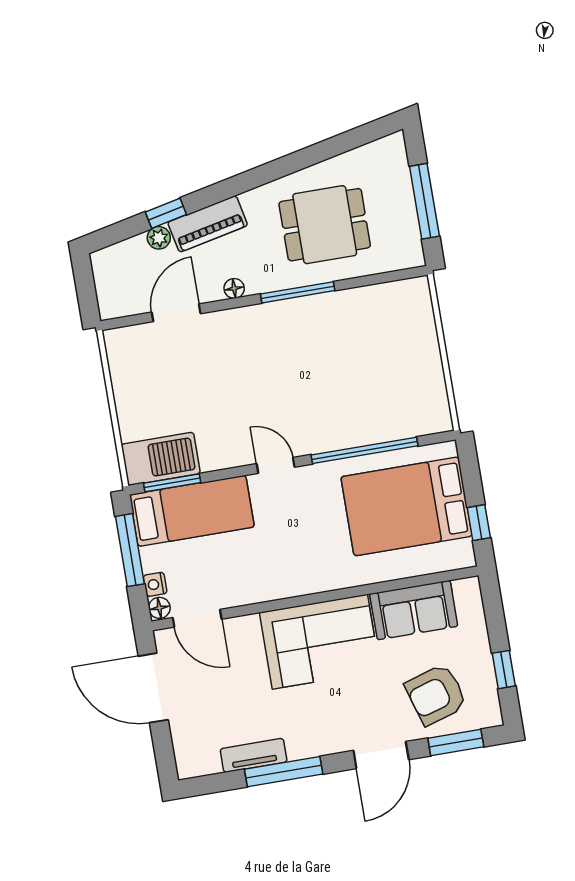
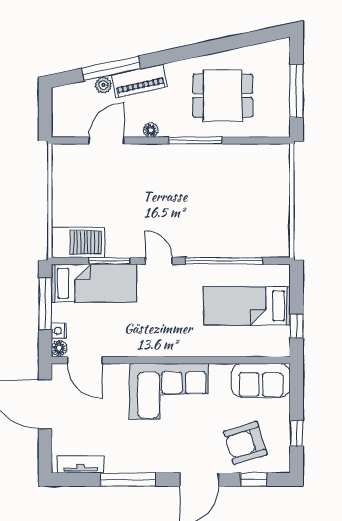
window: (166, 213) -> (111, 68), width x2.17
window: (172, 483) -> (110, 261), moved
bed: (407, 506) -> (247, 306), width x0.67
sofa: (414, 610) -> (261, 380), moved
window: (456, 742) -> (254, 479), width x0.67
tv unit: (254, 755) -> (80, 464), moved

